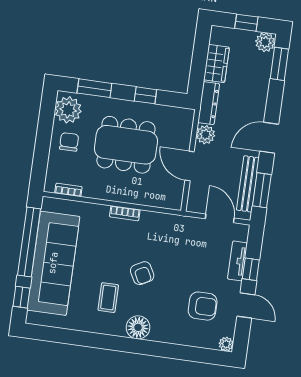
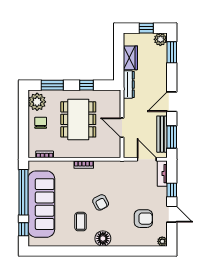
plant: (206, 135) -> (130, 106), removed
dining table: (126, 145) -> (78, 119), turned 90
tv unit: (237, 261) -> (162, 174), moved

